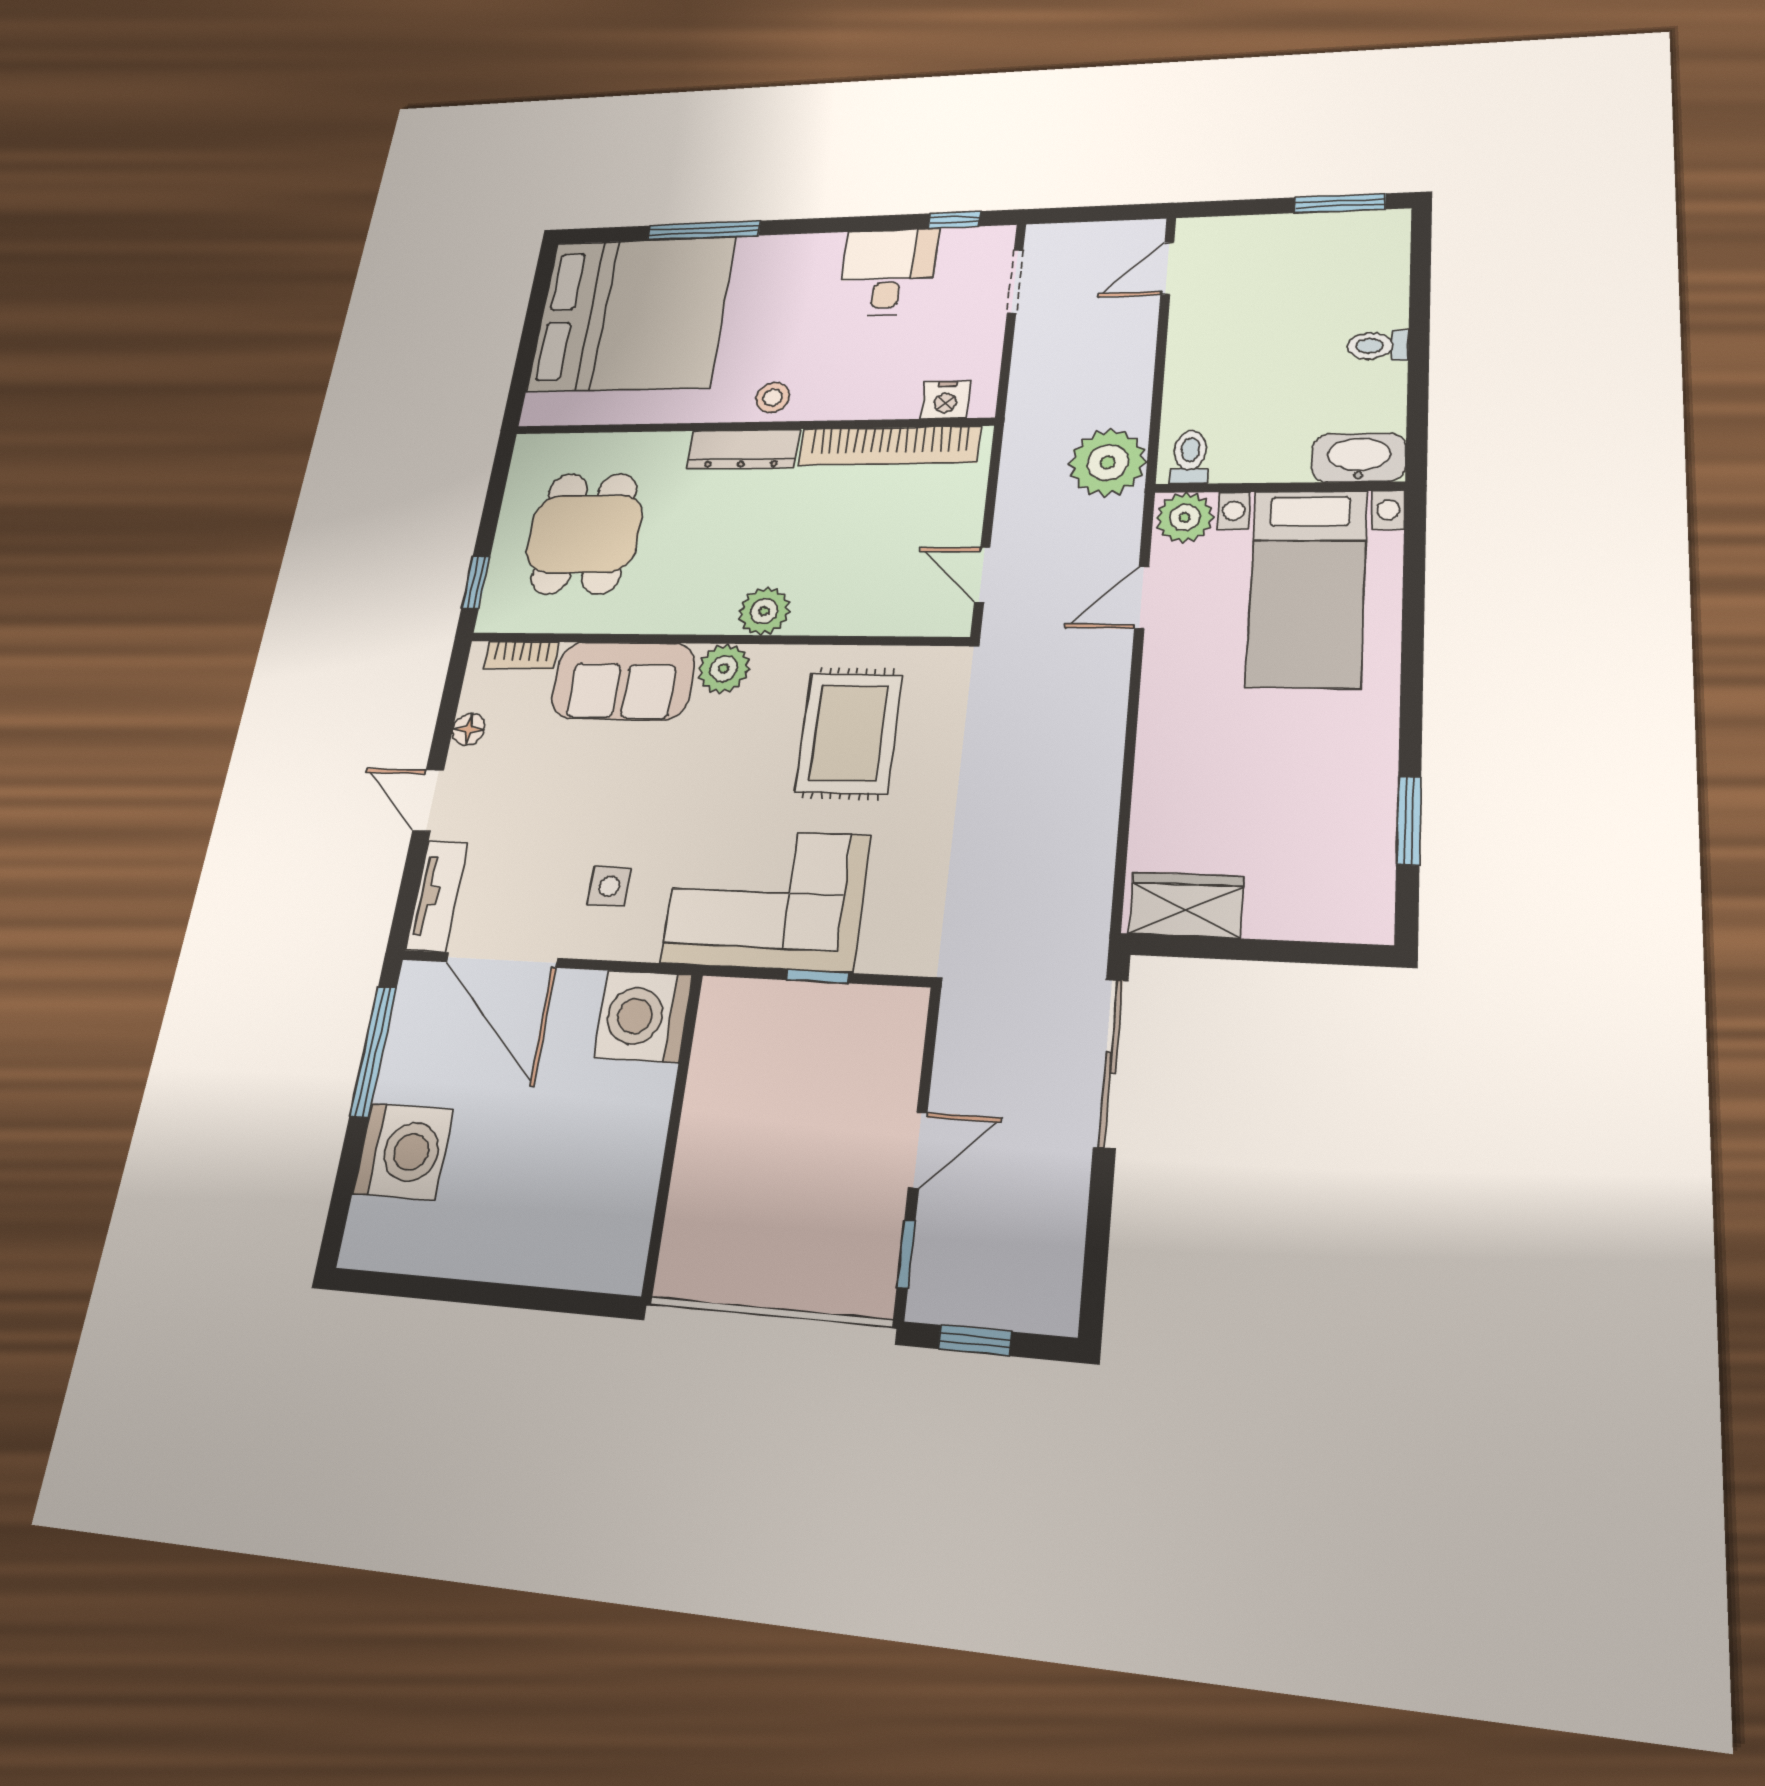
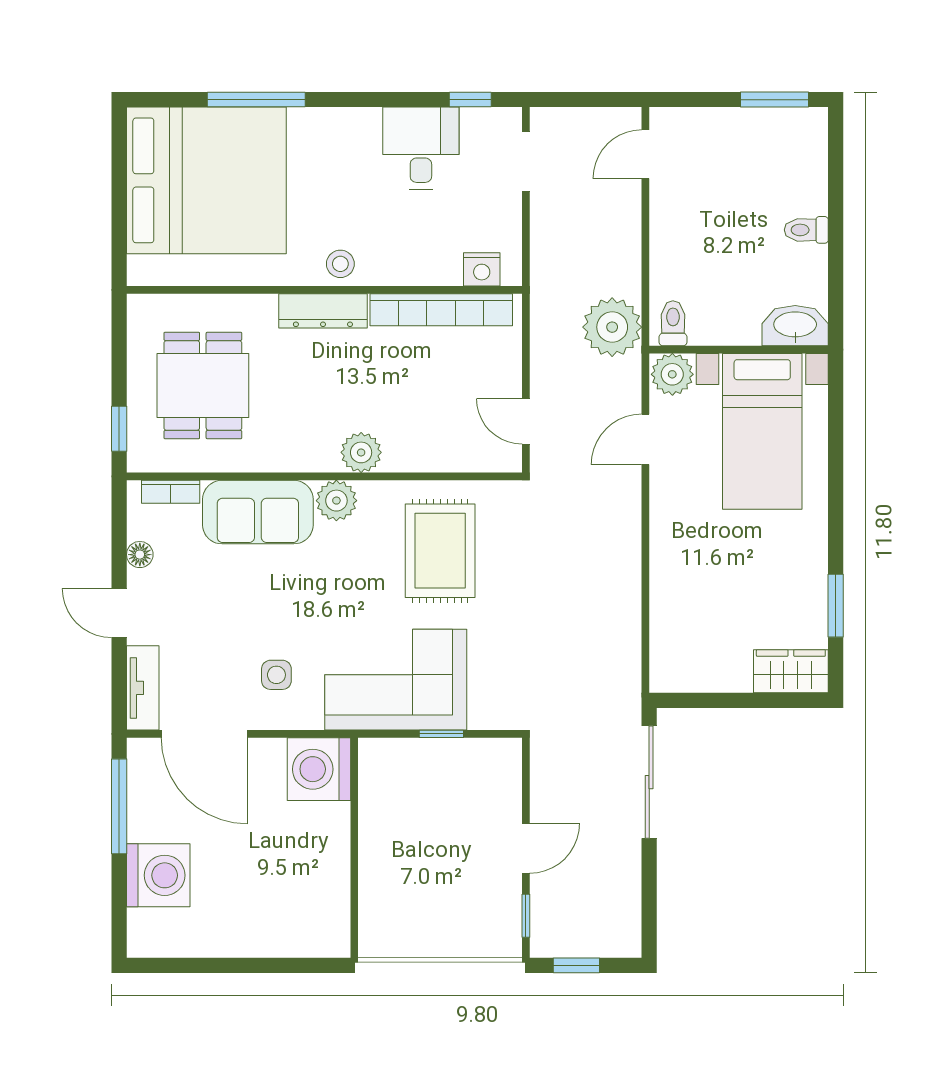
wardrobe: (1186, 905) -> (791, 671), moved

